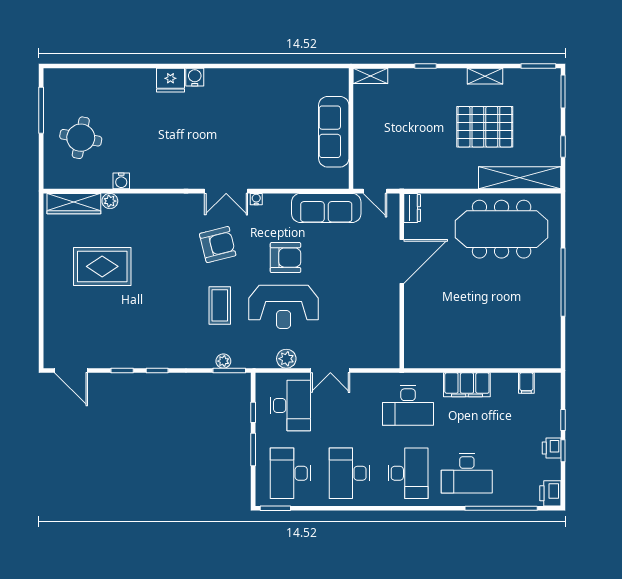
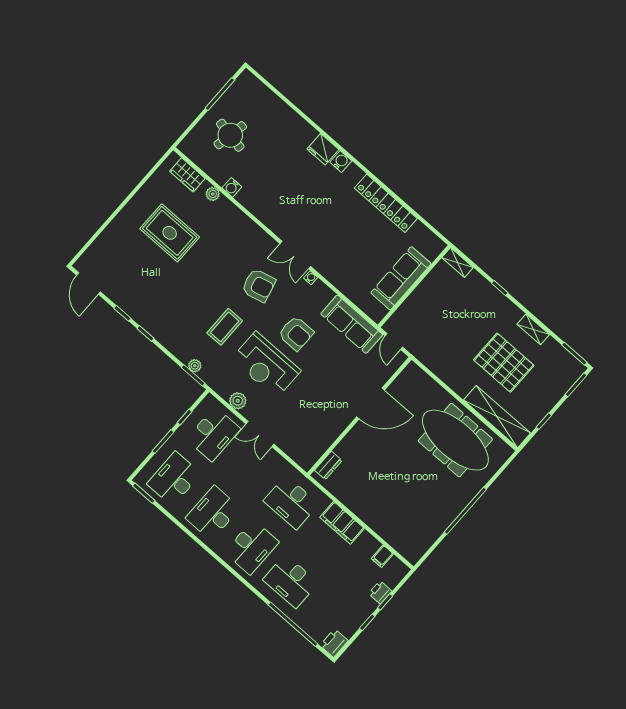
locker: (265, 79) -> (386, 203), added
wardrobe: (74, 204) -> (187, 175), width x0.67
dresser: (412, 208) -> (328, 465), moved
printer: (552, 448) -> (380, 592), moved

